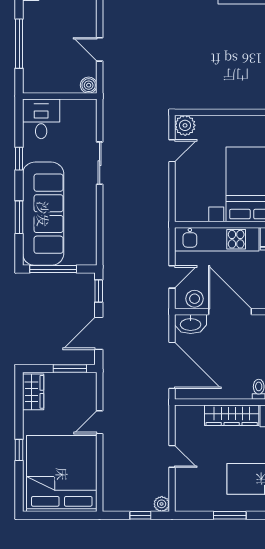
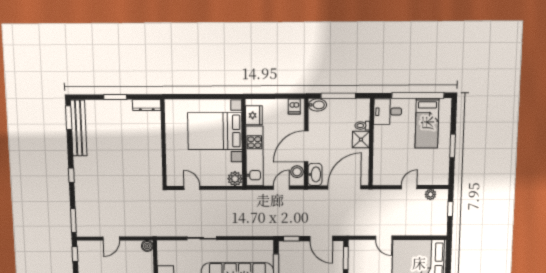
door: (100, 49) -> (111, 239), moved
plant: (185, 125) -> (235, 179), moved
door: (172, 277) -> (281, 188), hinge flipped
shower: (239, 388) -> (361, 140), added
wardrobe: (232, 415) -> (381, 145), removed
plant: (162, 504) -> (430, 194), moved

